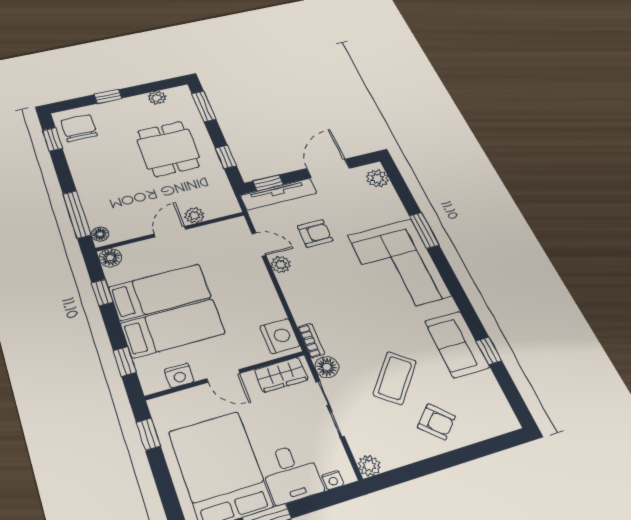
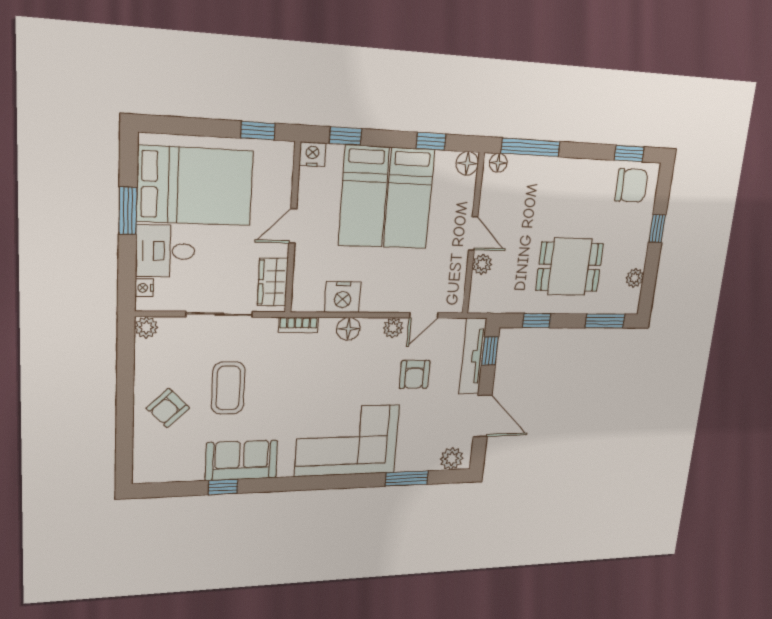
window: (424, 230) -> (407, 478), moved
nightstand: (280, 336) -> (343, 297), moved
floor lamp: (327, 367) -> (348, 329), moved
nightstand: (179, 376) -> (312, 154), moved, turned 90
coffee table: (395, 378) -> (228, 388), turned 50

